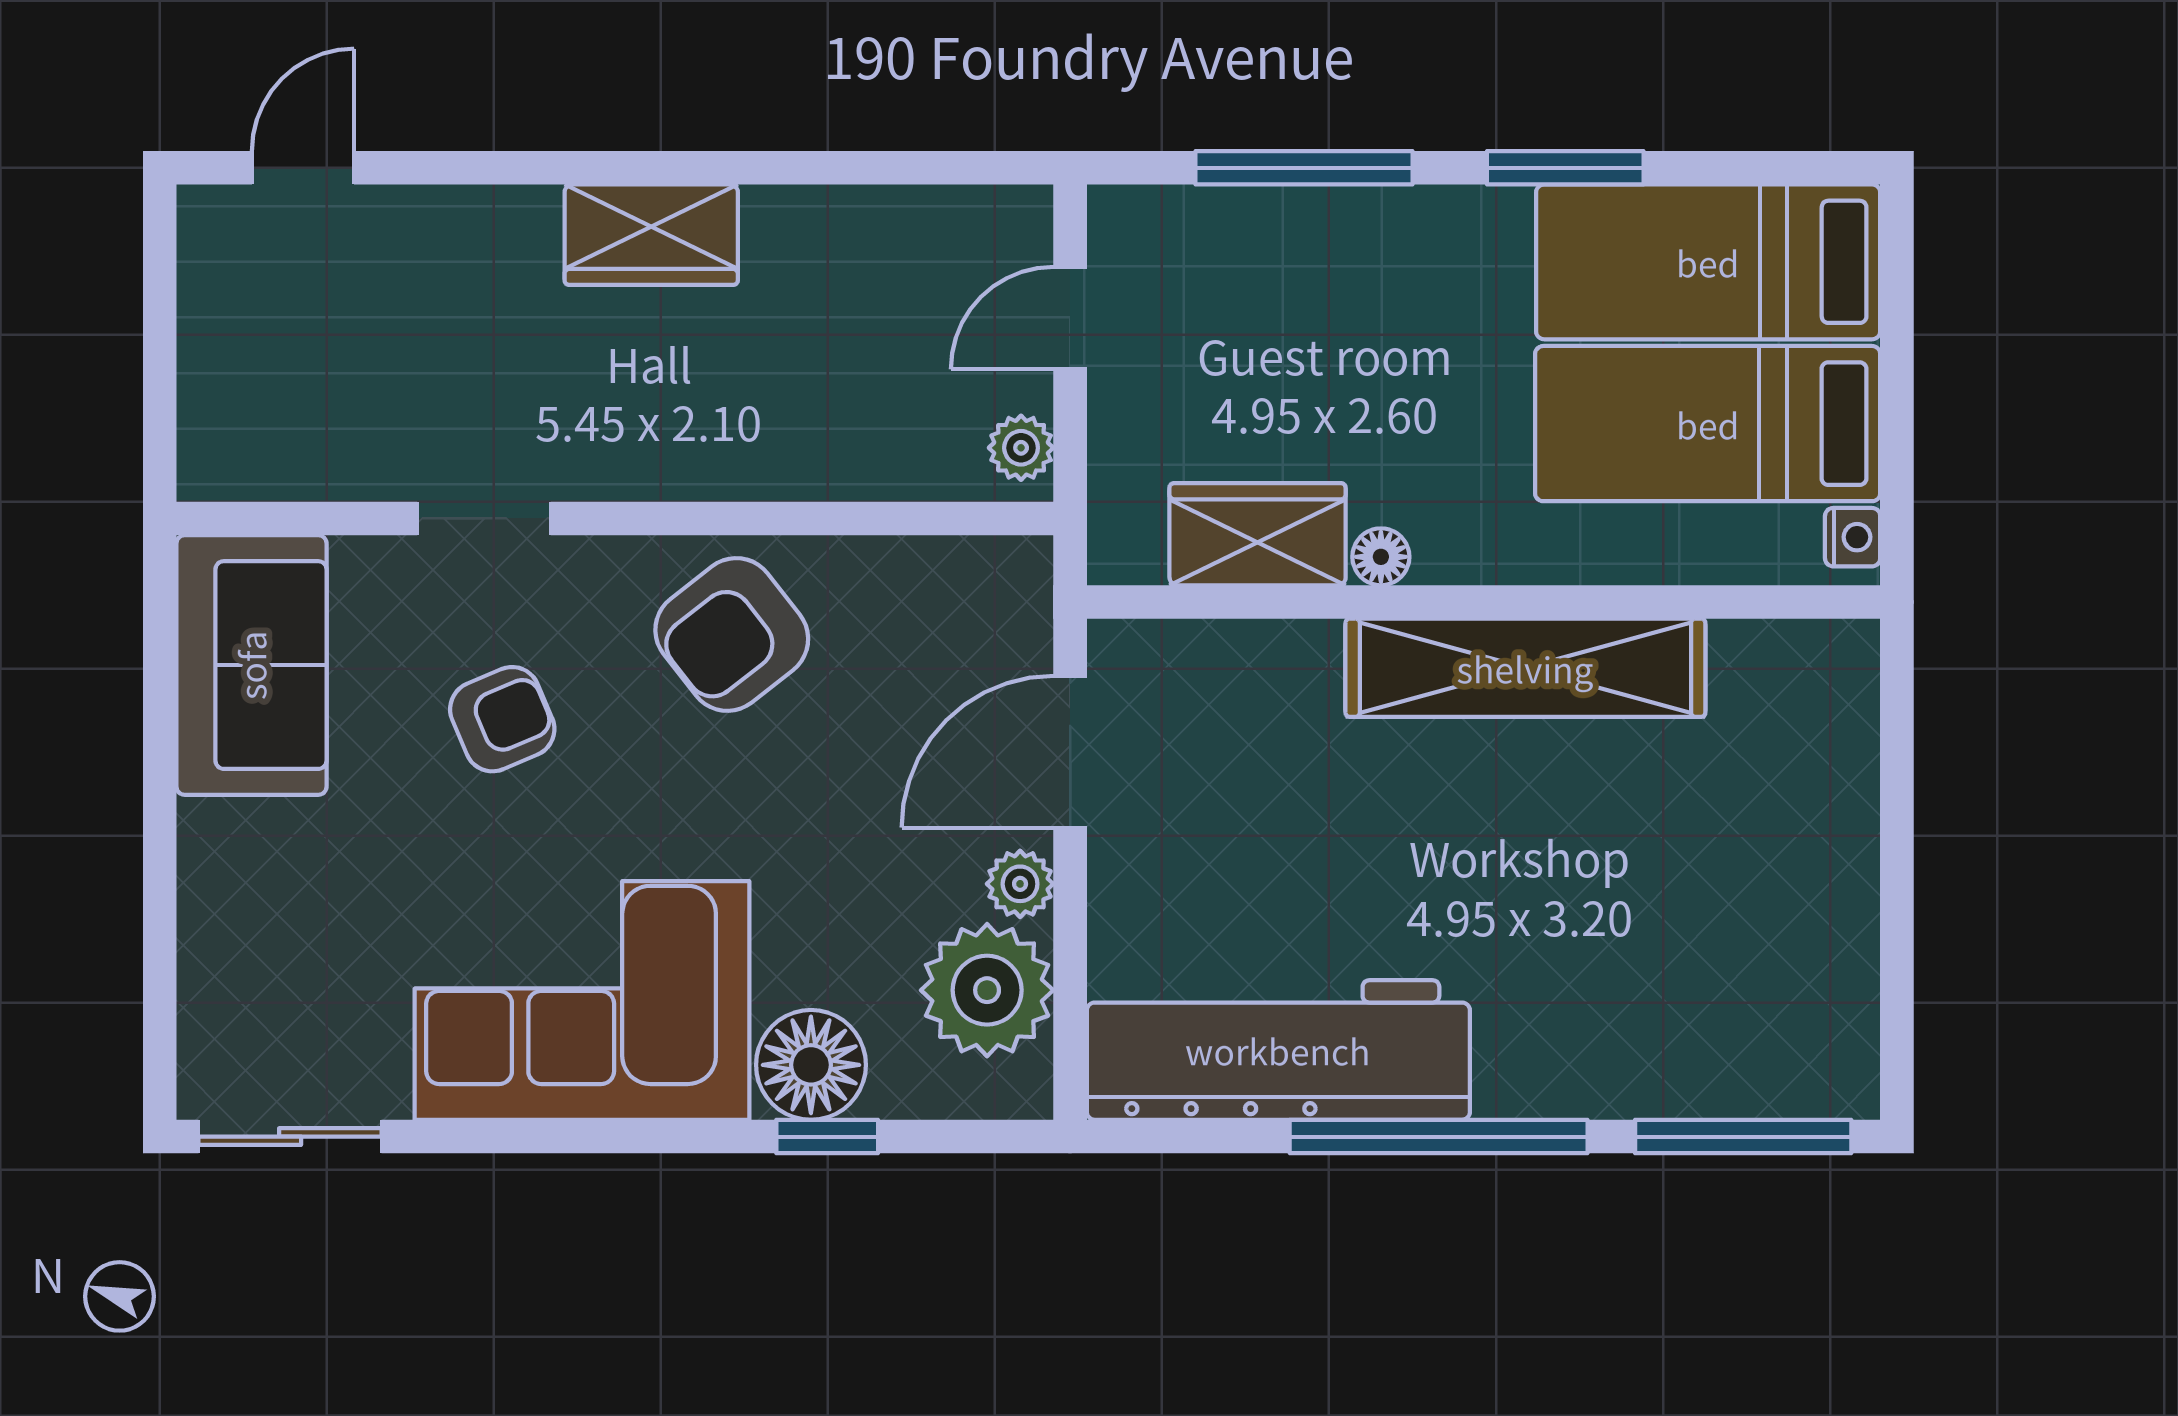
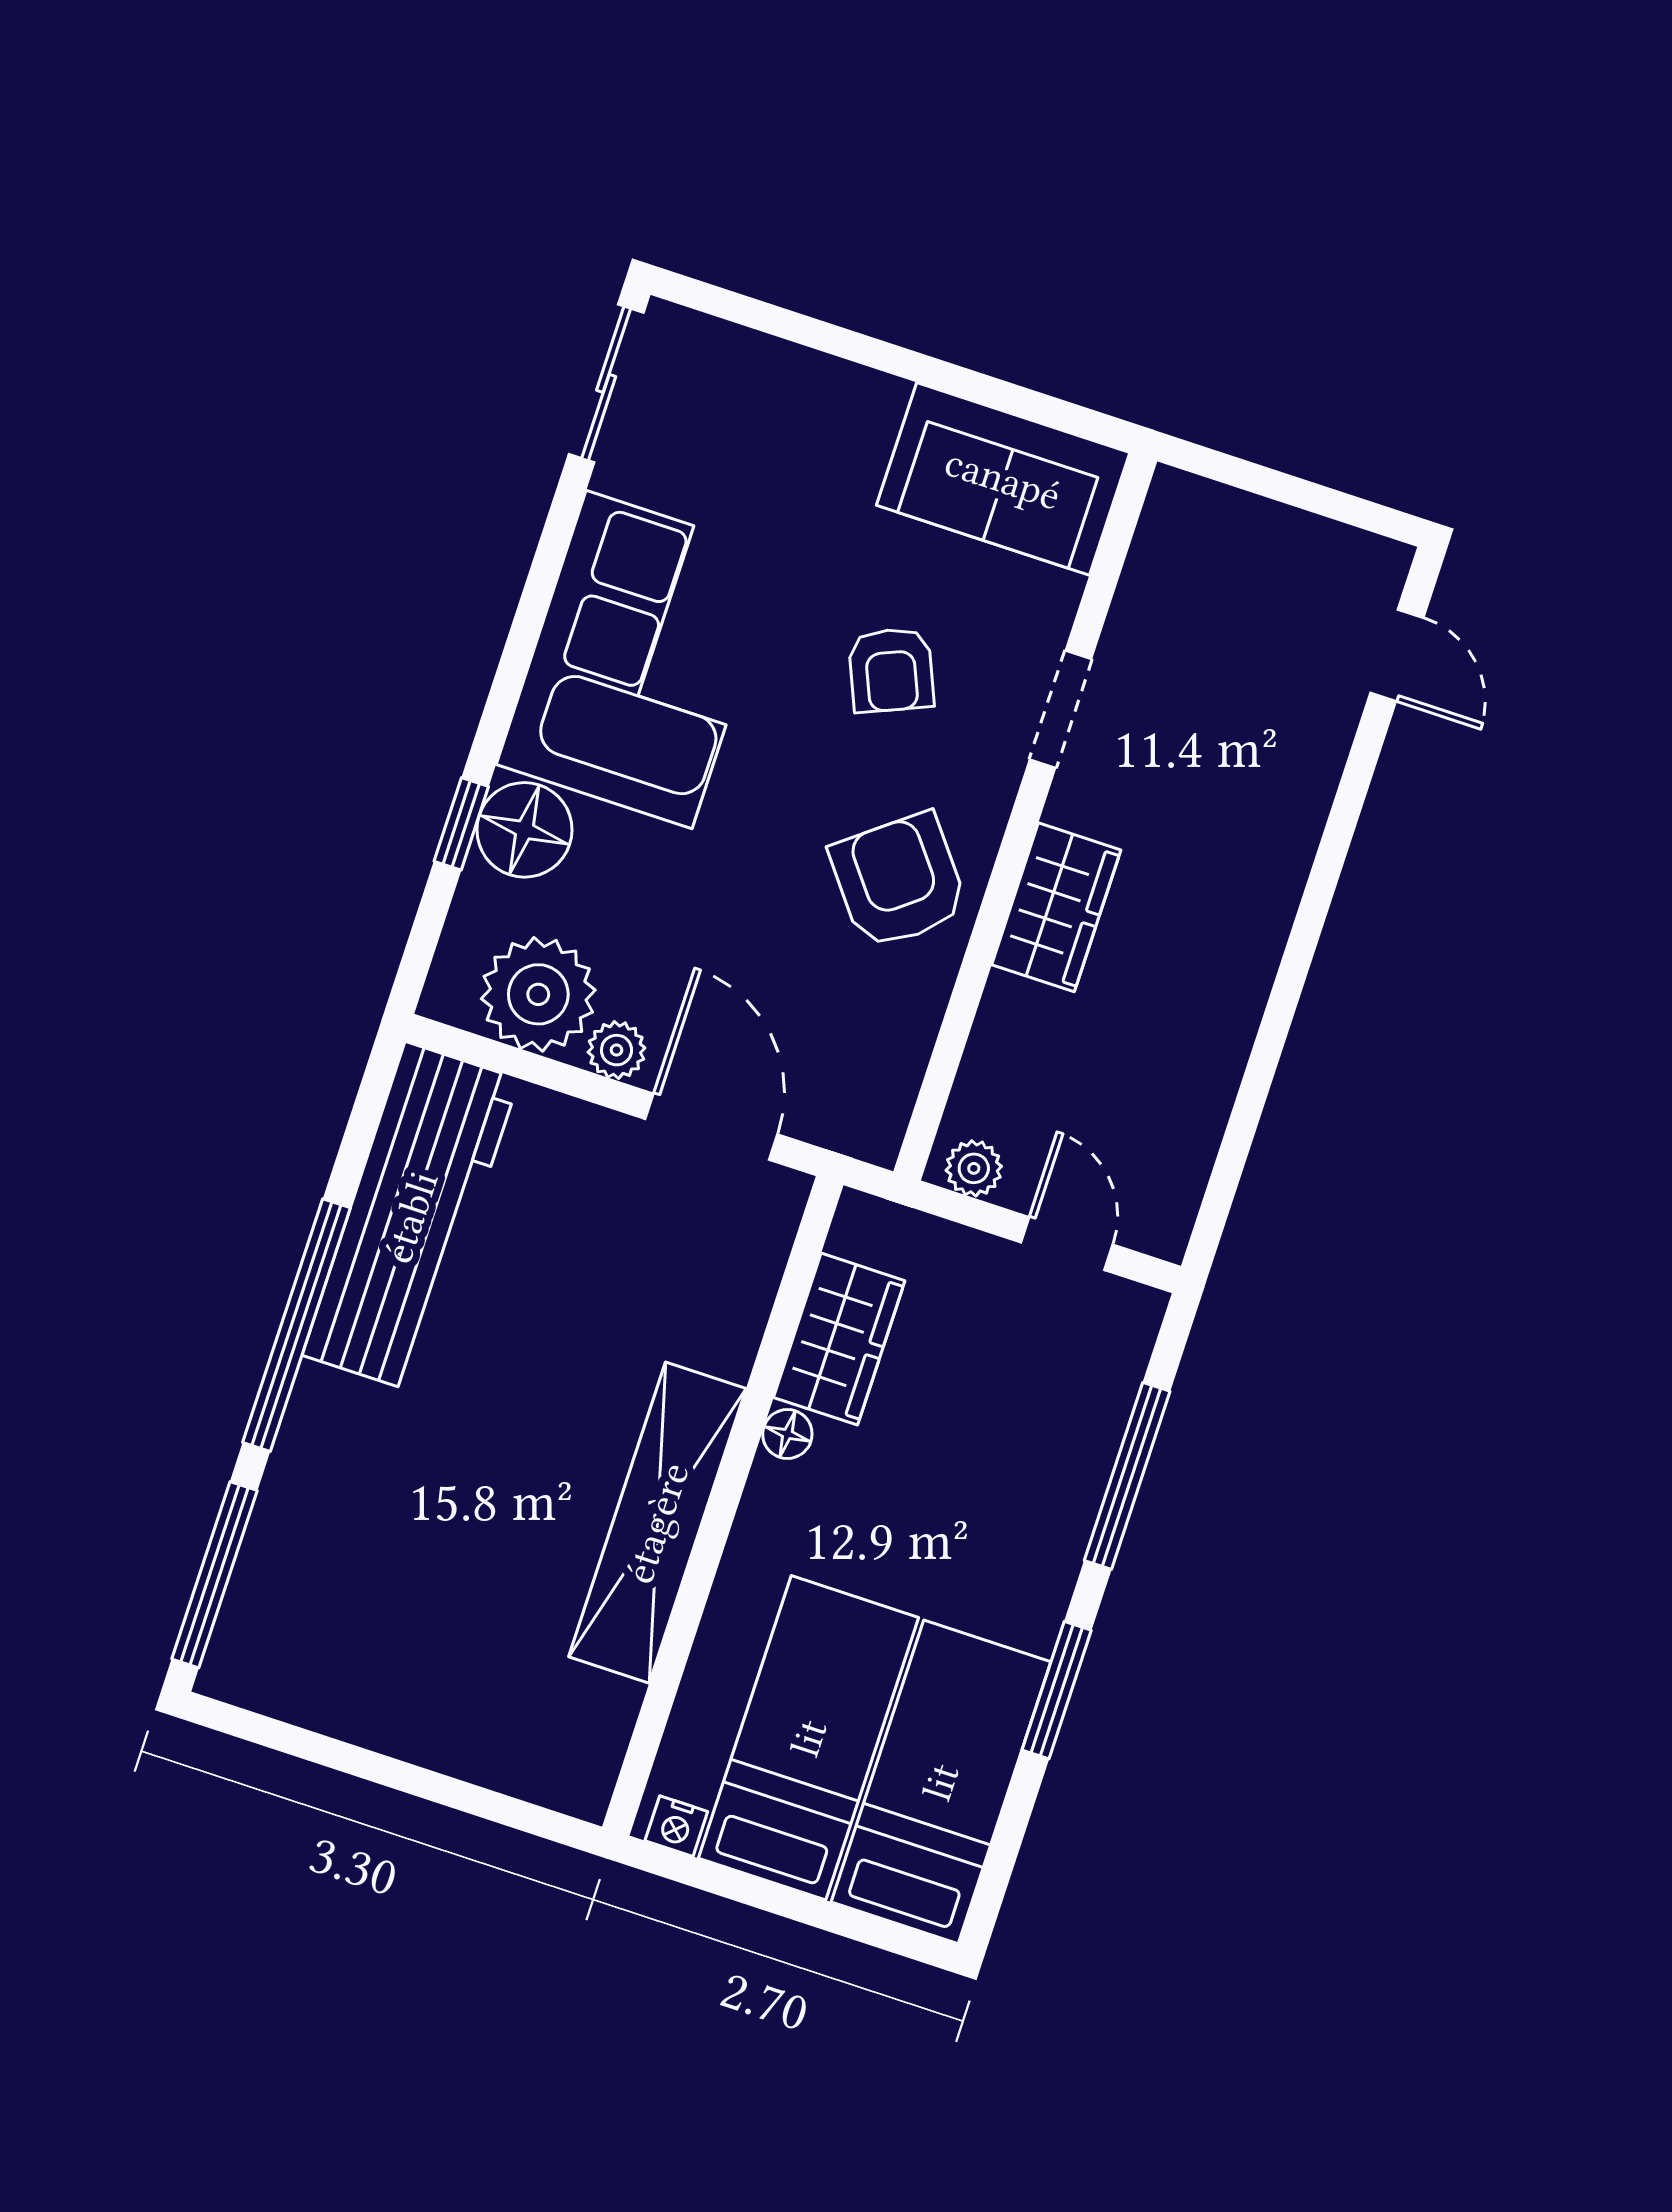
wardrobe: (651, 235) -> (1056, 907), moved, turned 180

